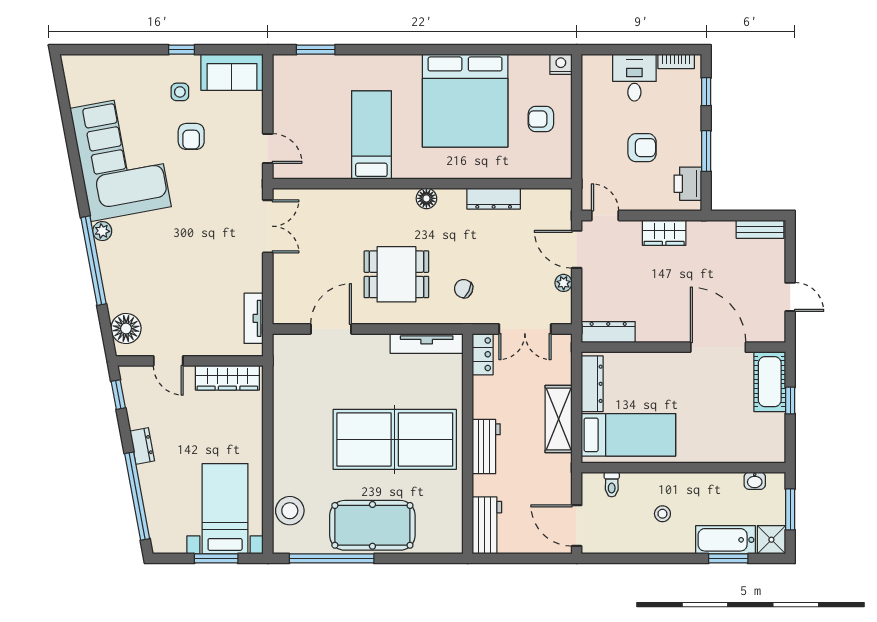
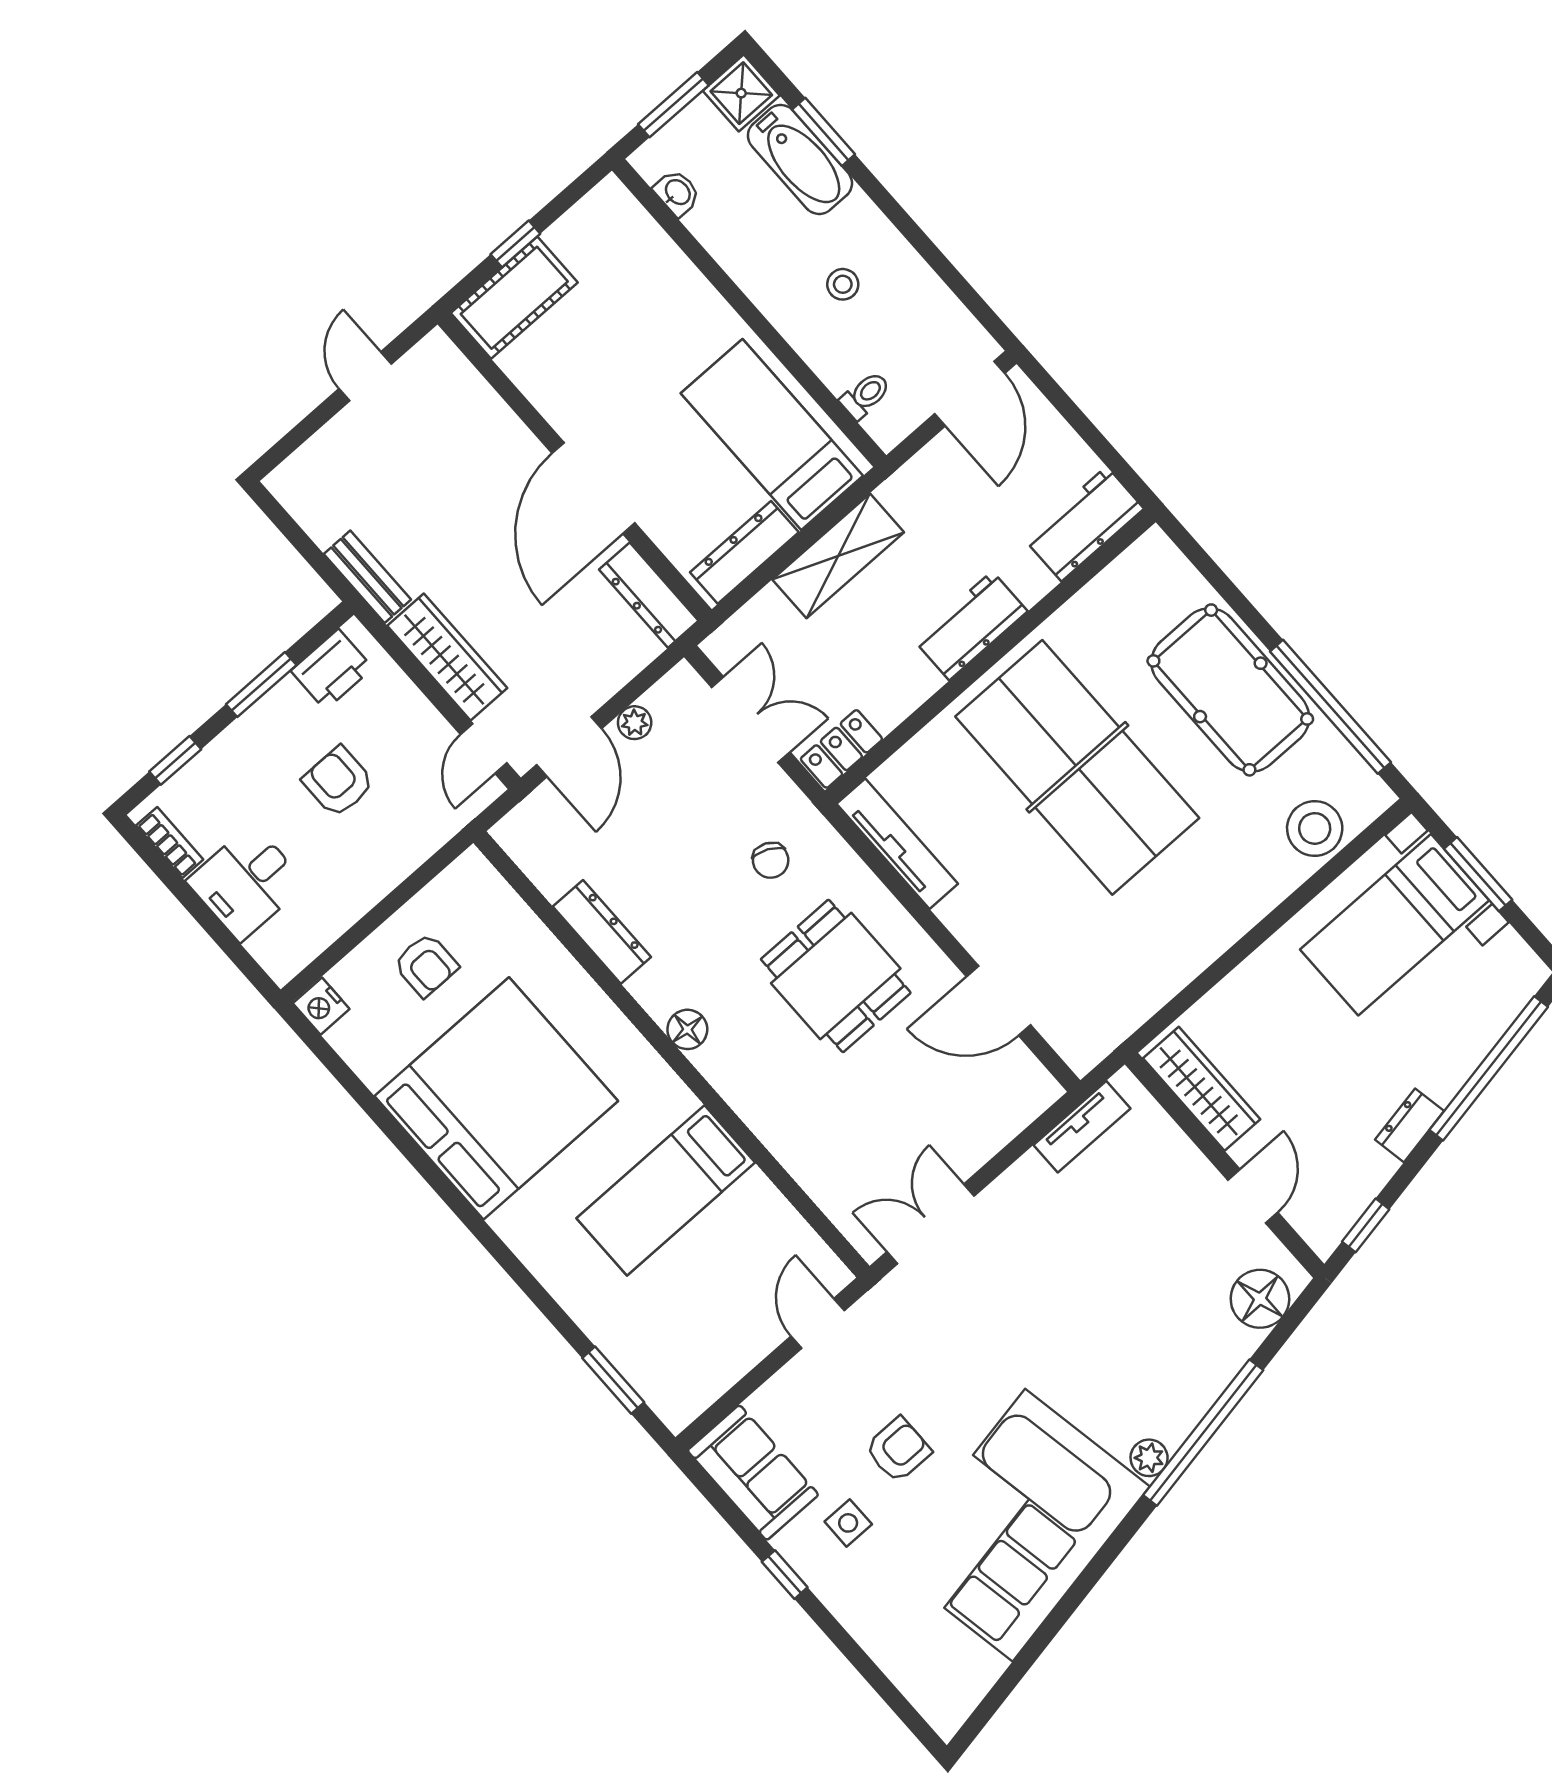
bench: (760, 229) -> (367, 577), moved
wardrobe: (664, 233) -> (447, 657), width x1.50
door: (718, 347) -> (594, 488), moved

